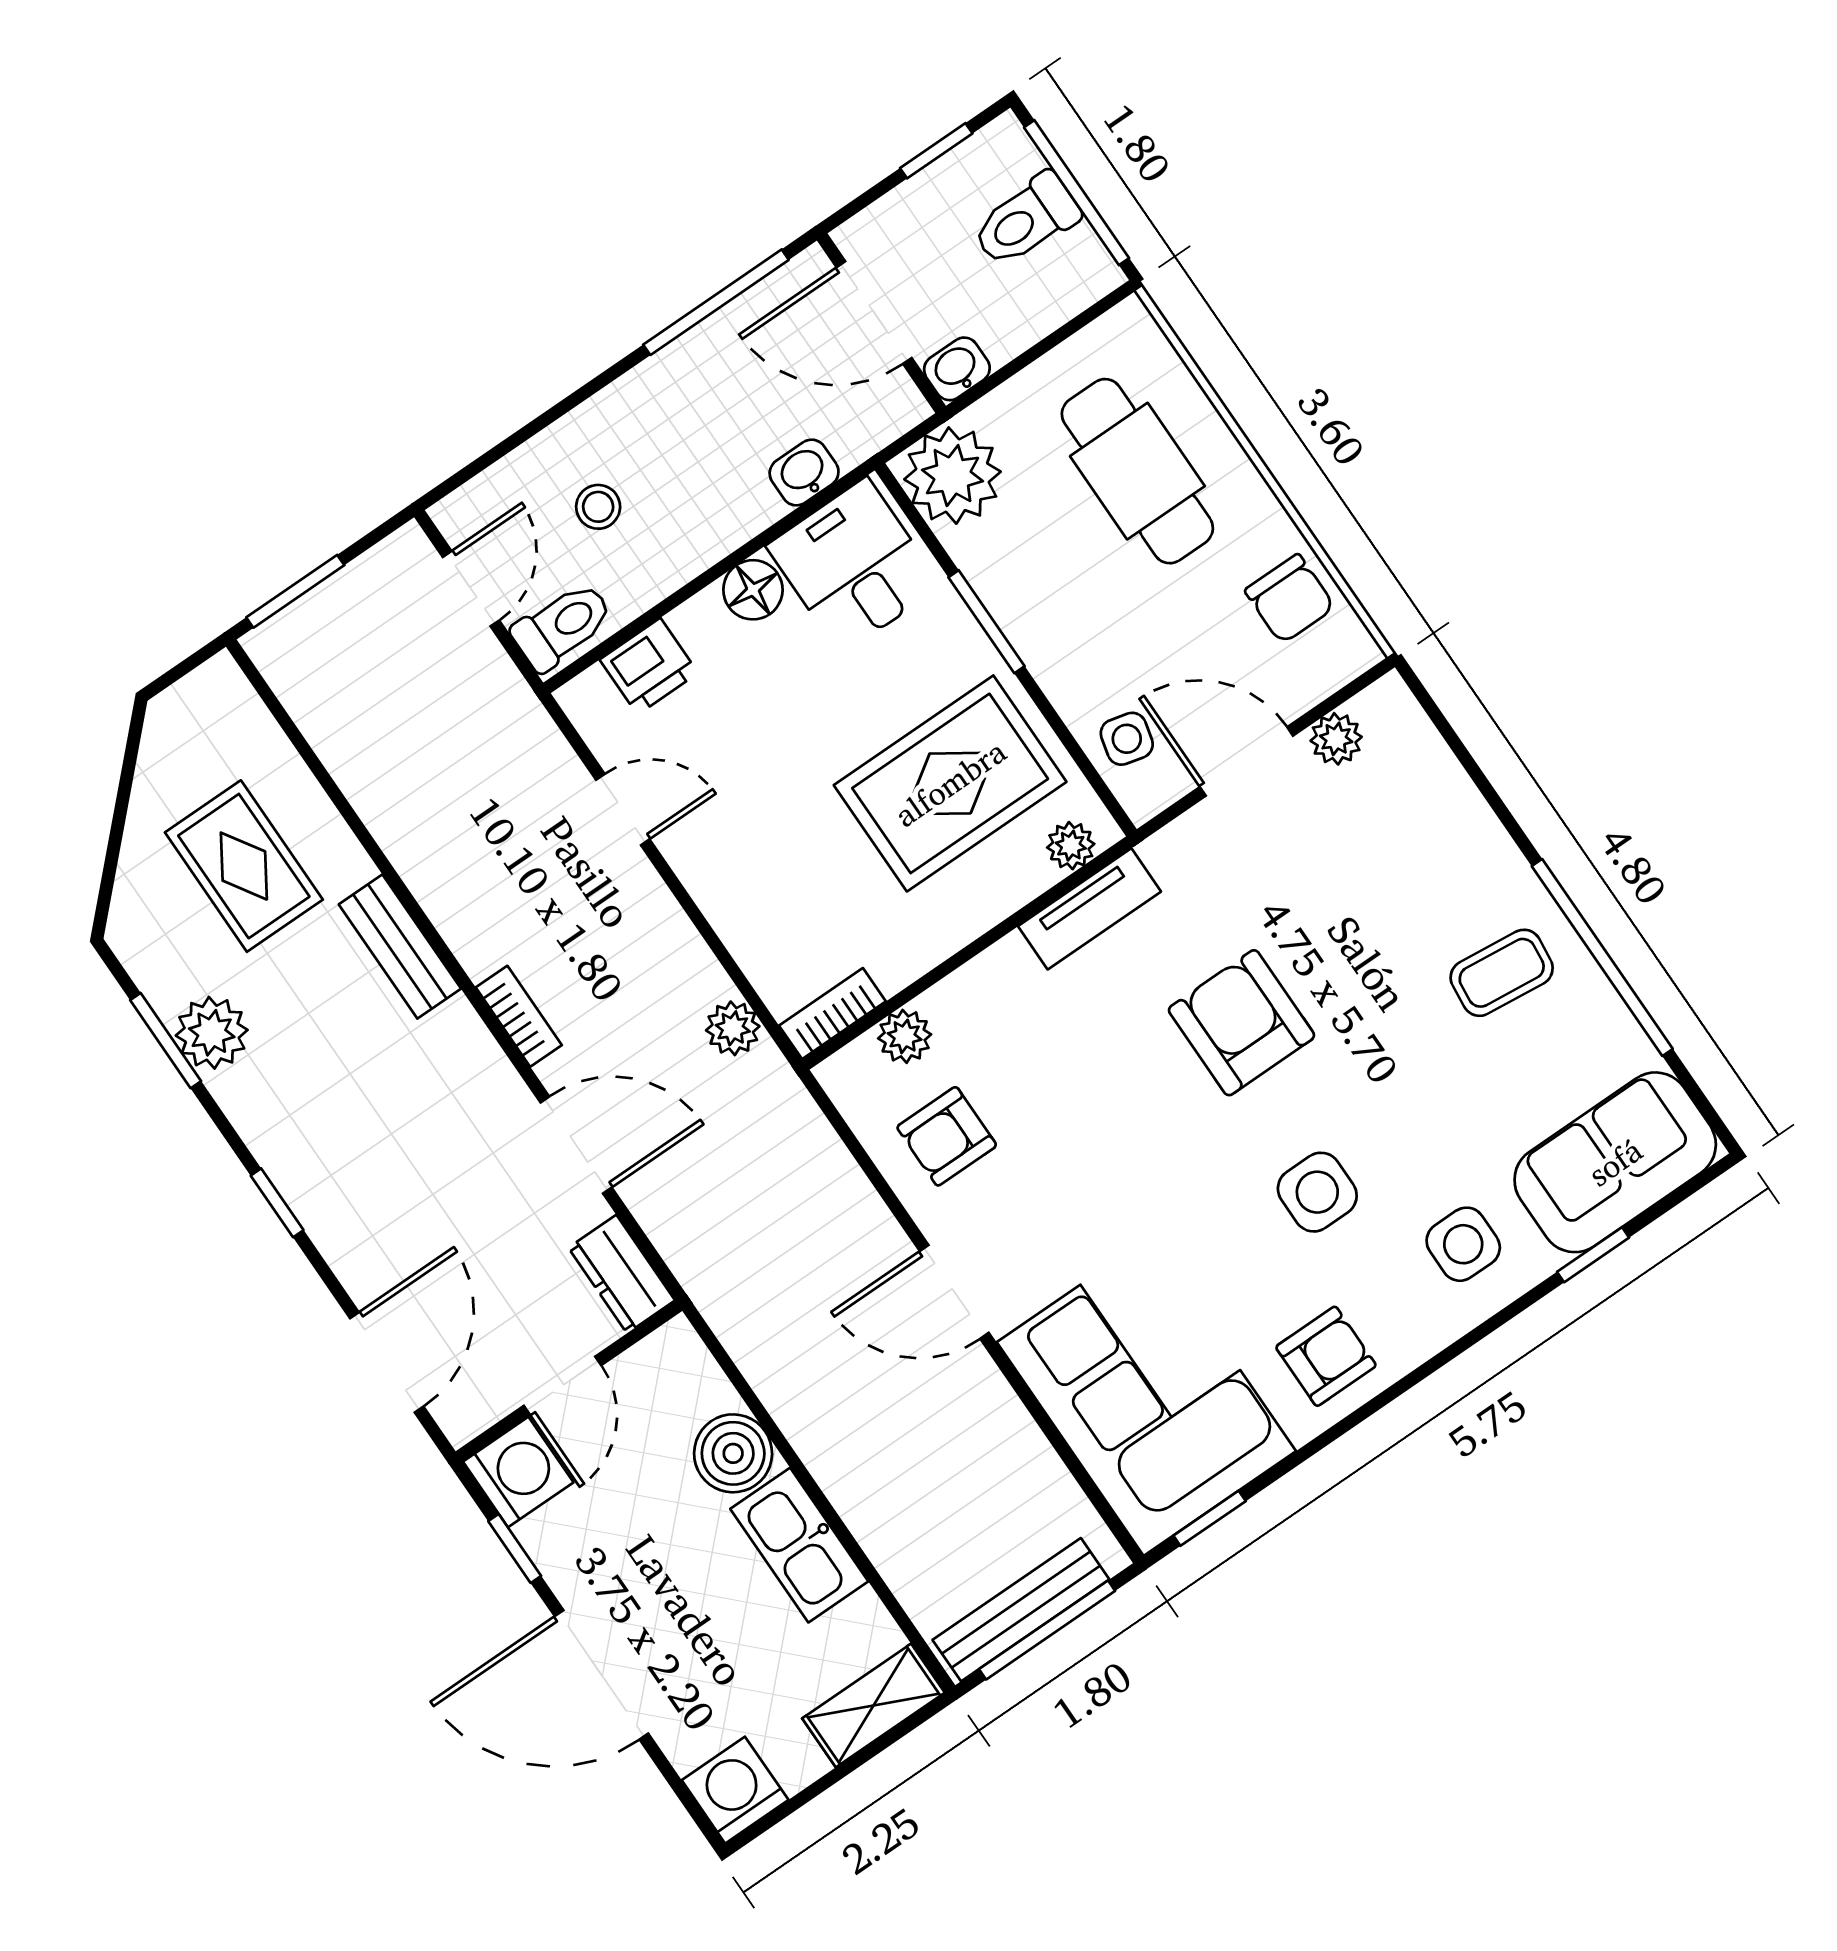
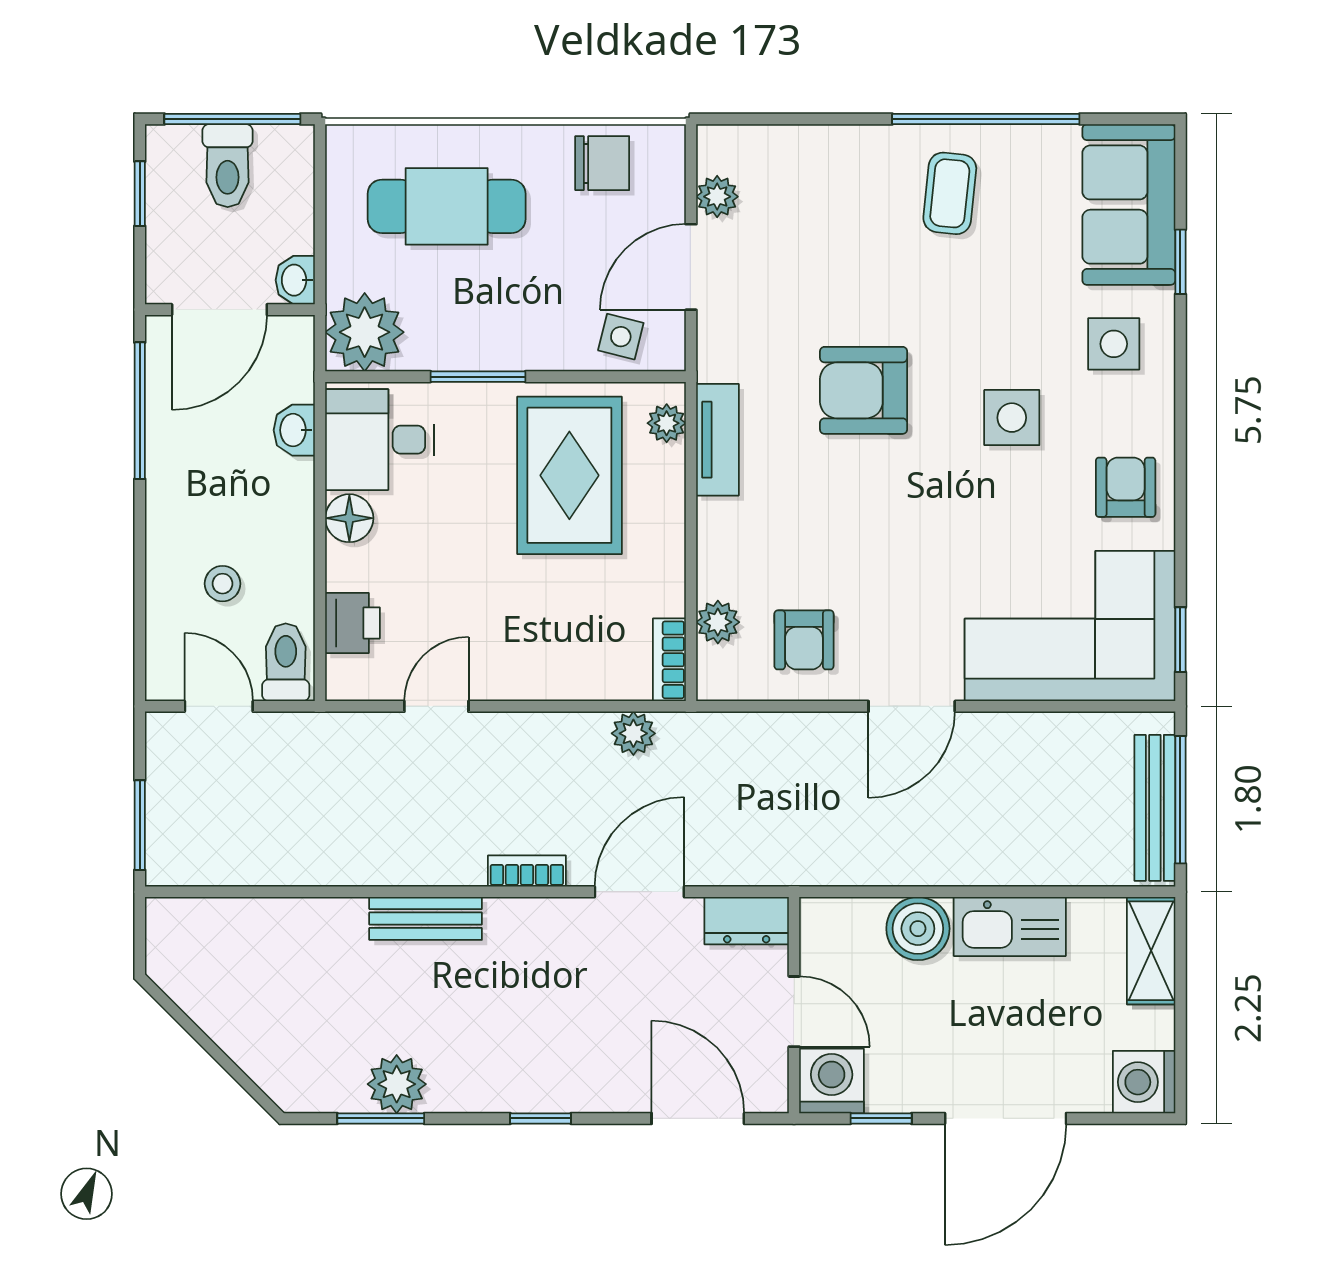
rug: (244, 866) -> (300, 986), removed

